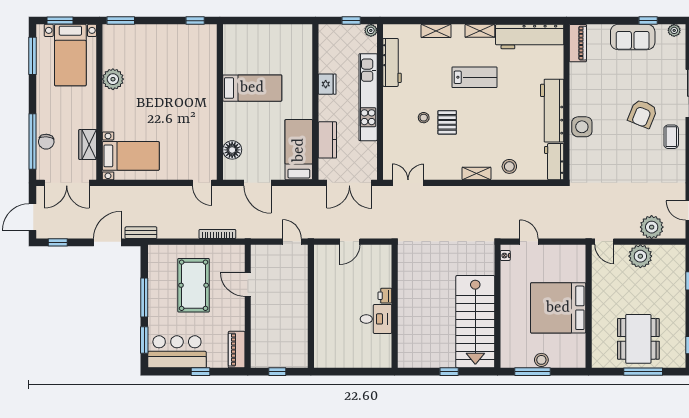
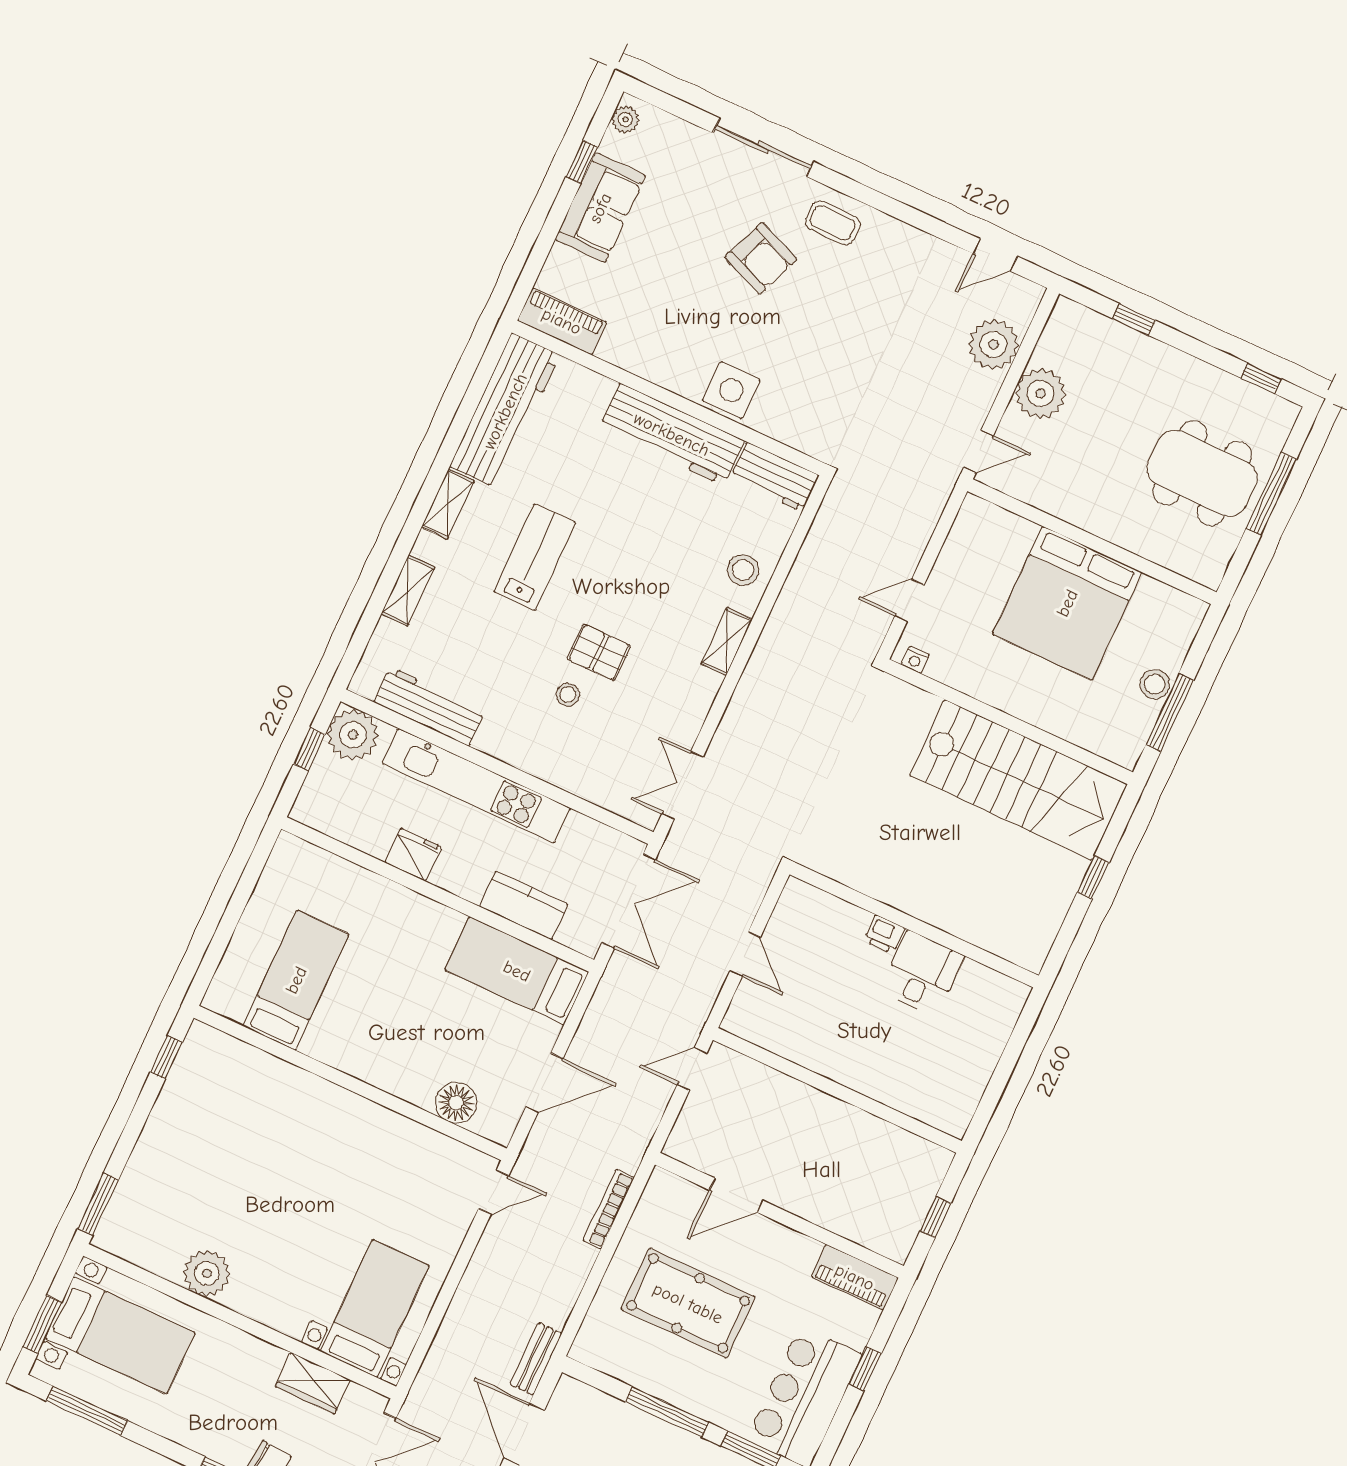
plant: (371, 30) -> (353, 735), width x1.87, depth x1.87
bed: (252, 88) -> (296, 980), moved

